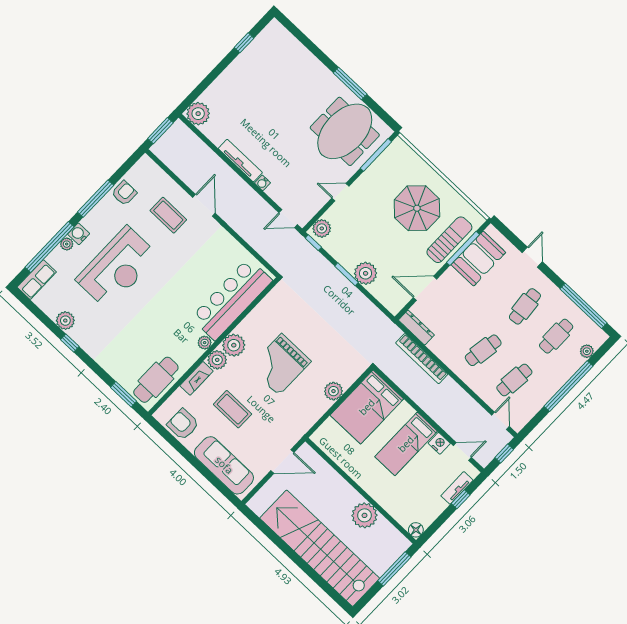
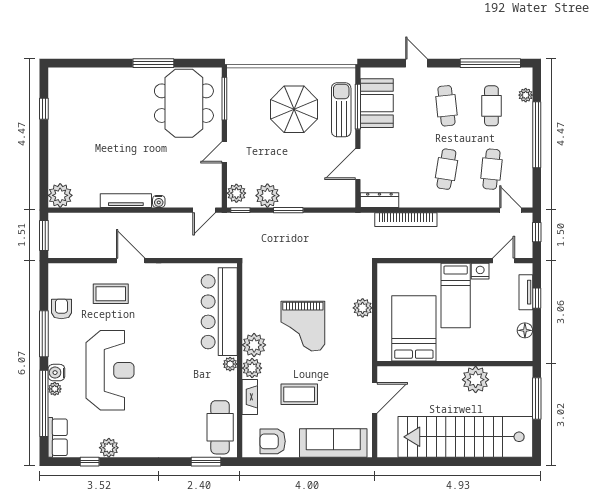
plant: (366, 273) -> (267, 196), moved
window: (70, 343) -> (90, 462), moved
bed: (367, 407) -> (414, 328), moved, turned 180
floor lamp: (416, 530) -> (525, 330), moved

